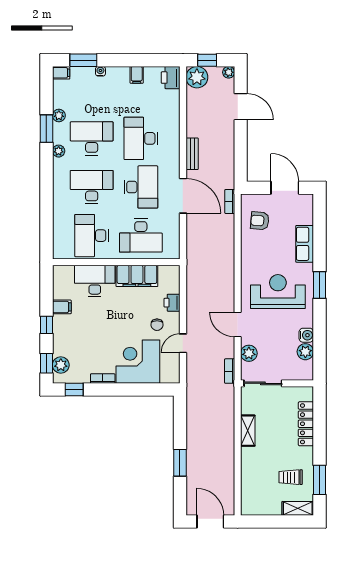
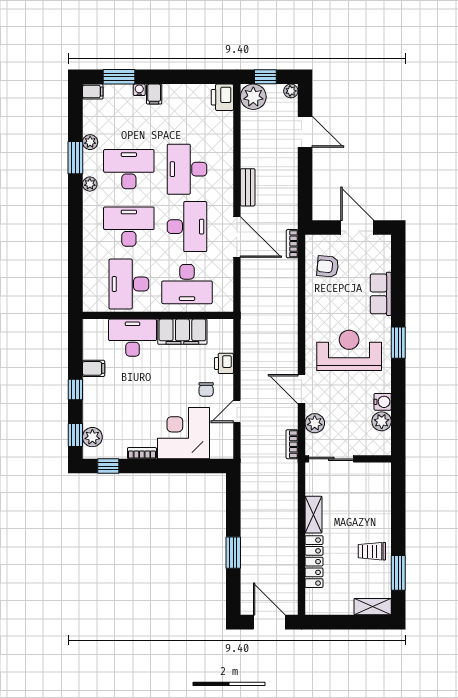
filing cabinet: (137, 75) -> (154, 94), moved
locker: (306, 424) -> (314, 562), moved, turned 180
trolley: (291, 477) -> (372, 551), moved

